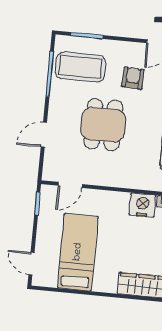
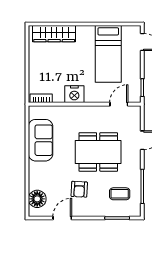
coffee table: (80, 67) -> (120, 194), width x0.54, depth x0.58
dining table: (103, 125) -> (98, 152), width x1.38
nightstand: (142, 205) -> (74, 94), moved

